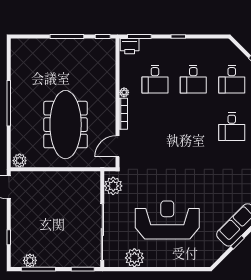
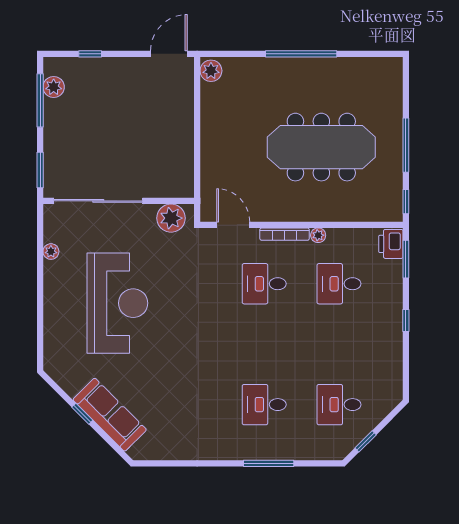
desk: (193, 79) -> (264, 284), moved
meeting table: (66, 125) -> (321, 147), moved
plant: (134, 258) -> (51, 252), width x0.53, depth x0.53

